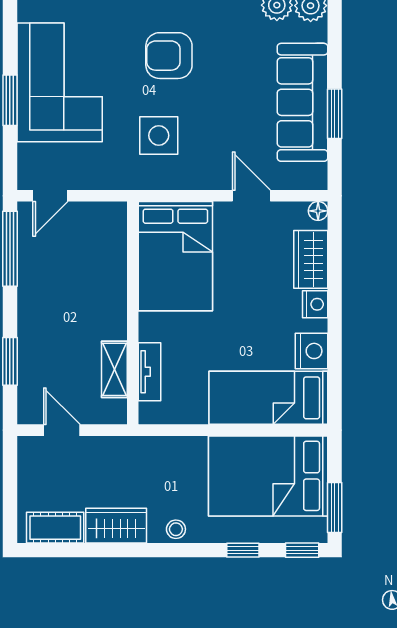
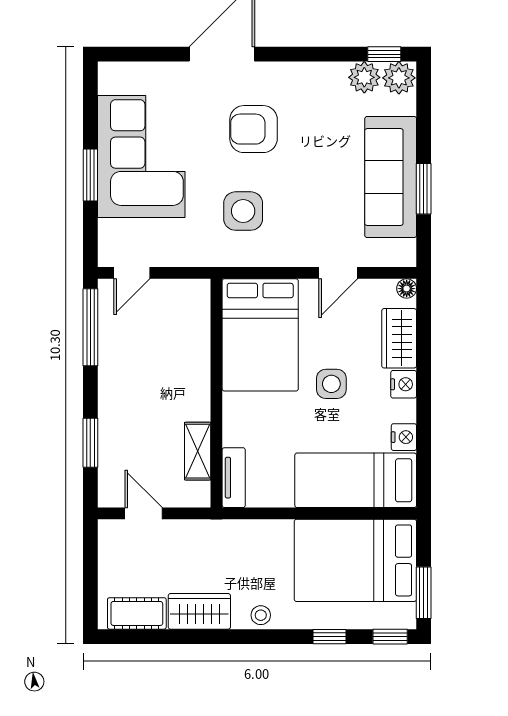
door: (251, 196) -> (338, 273), swing flipped
side table: (245, 304) -> (331, 384), added
nightstand: (311, 351) -> (404, 437), width x0.74, depth x0.75
tv unit: (150, 372) -> (234, 478), moved

